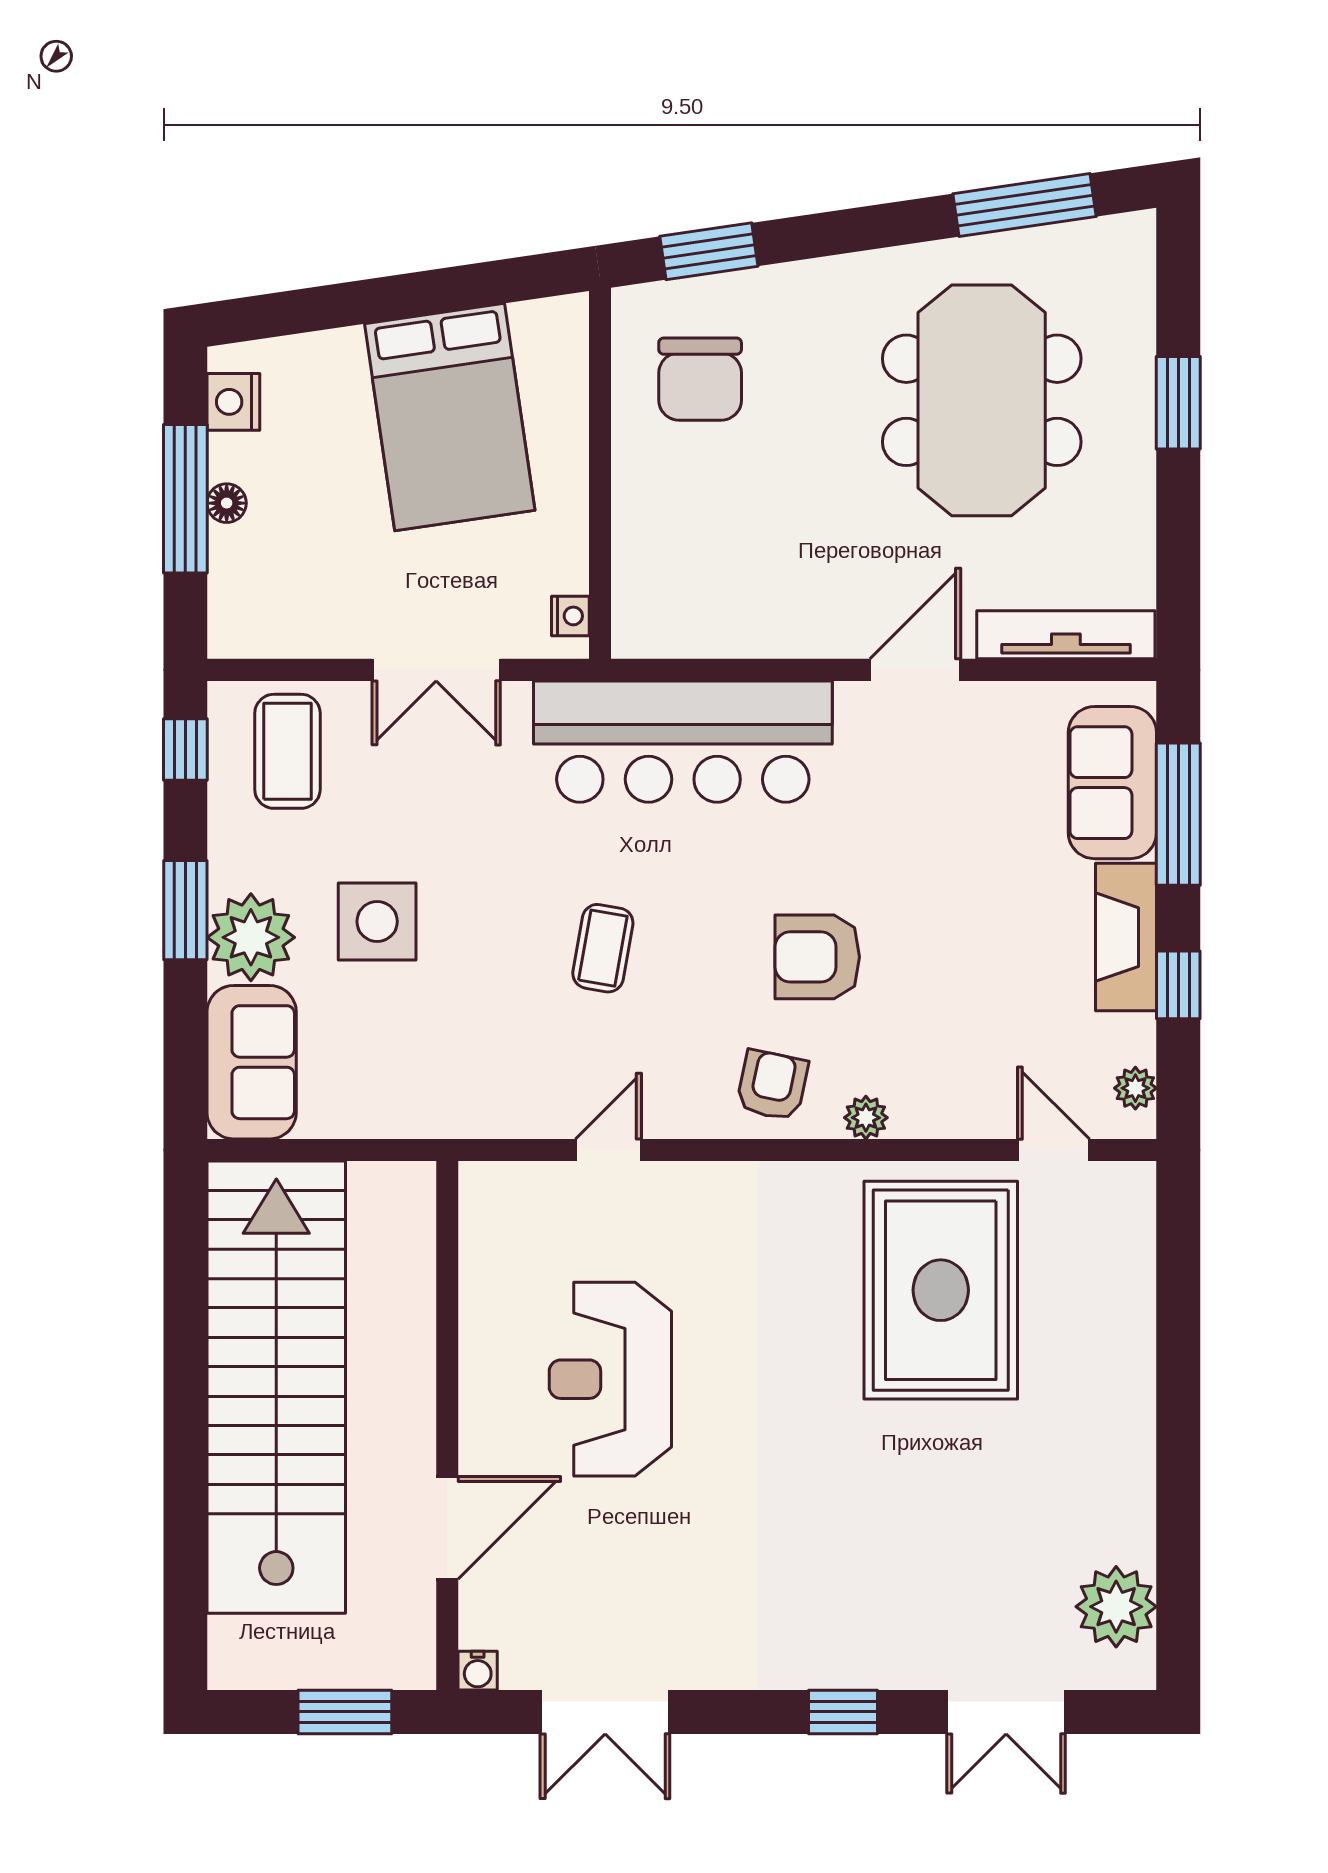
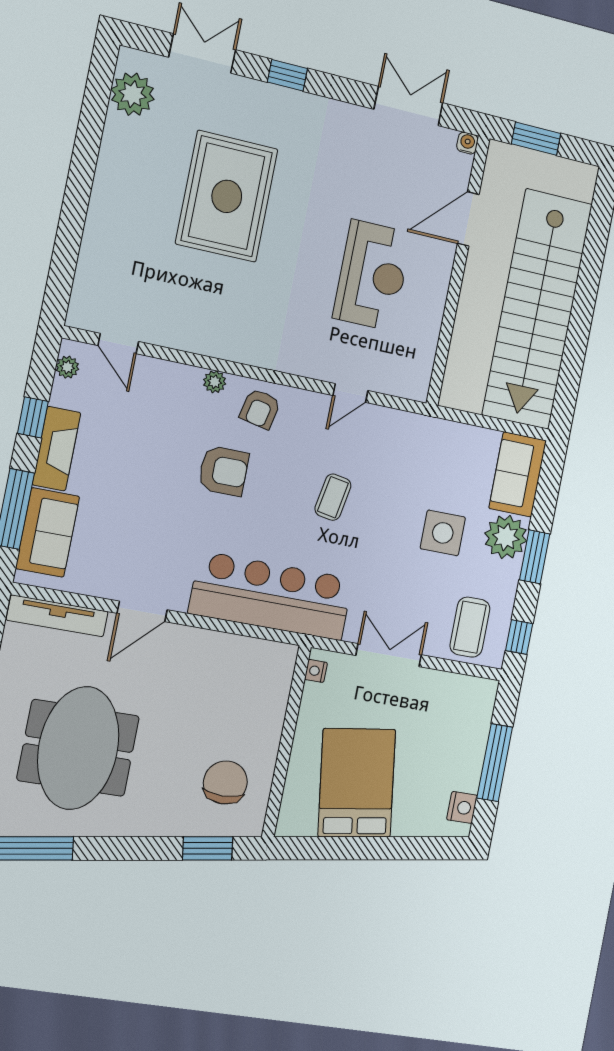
floor lamp: (227, 503) -> (475, 757), removed
rug: (941, 1290) -> (227, 196), moved

